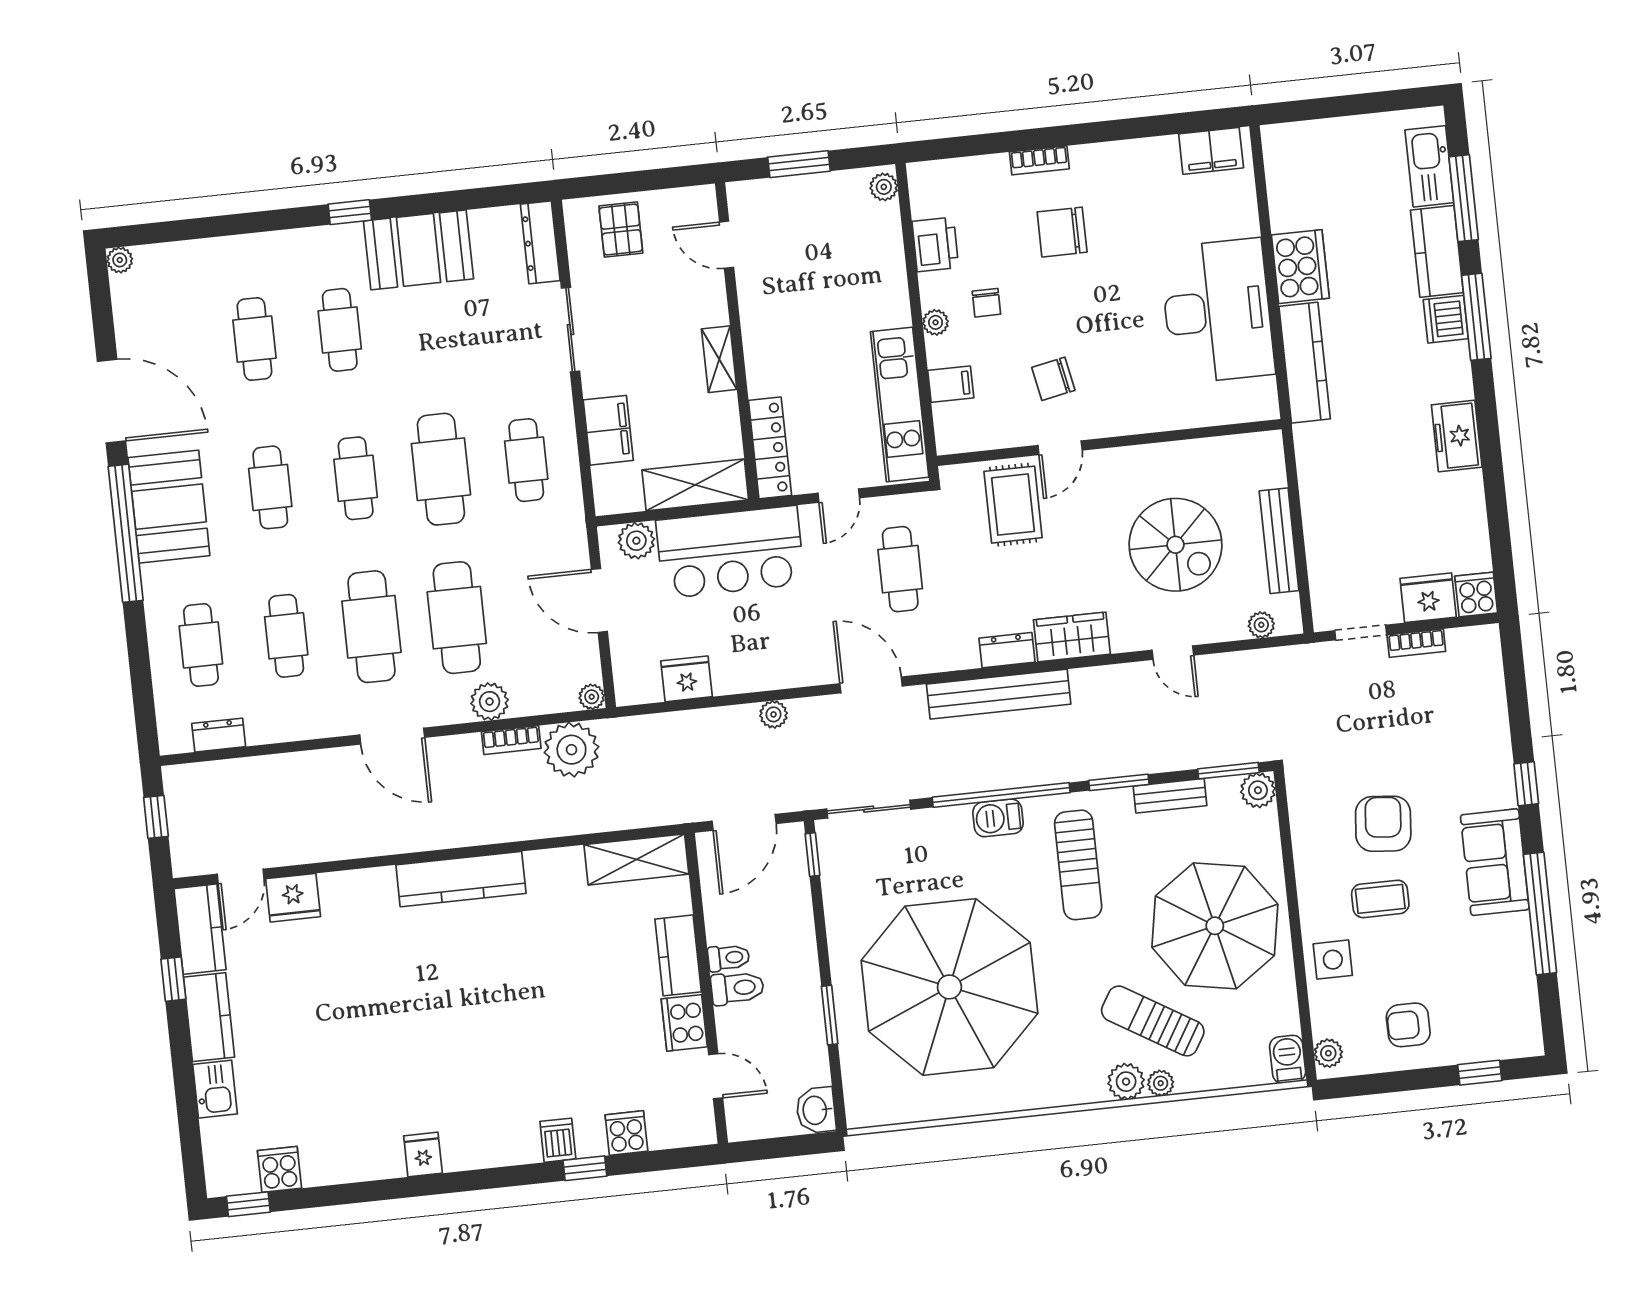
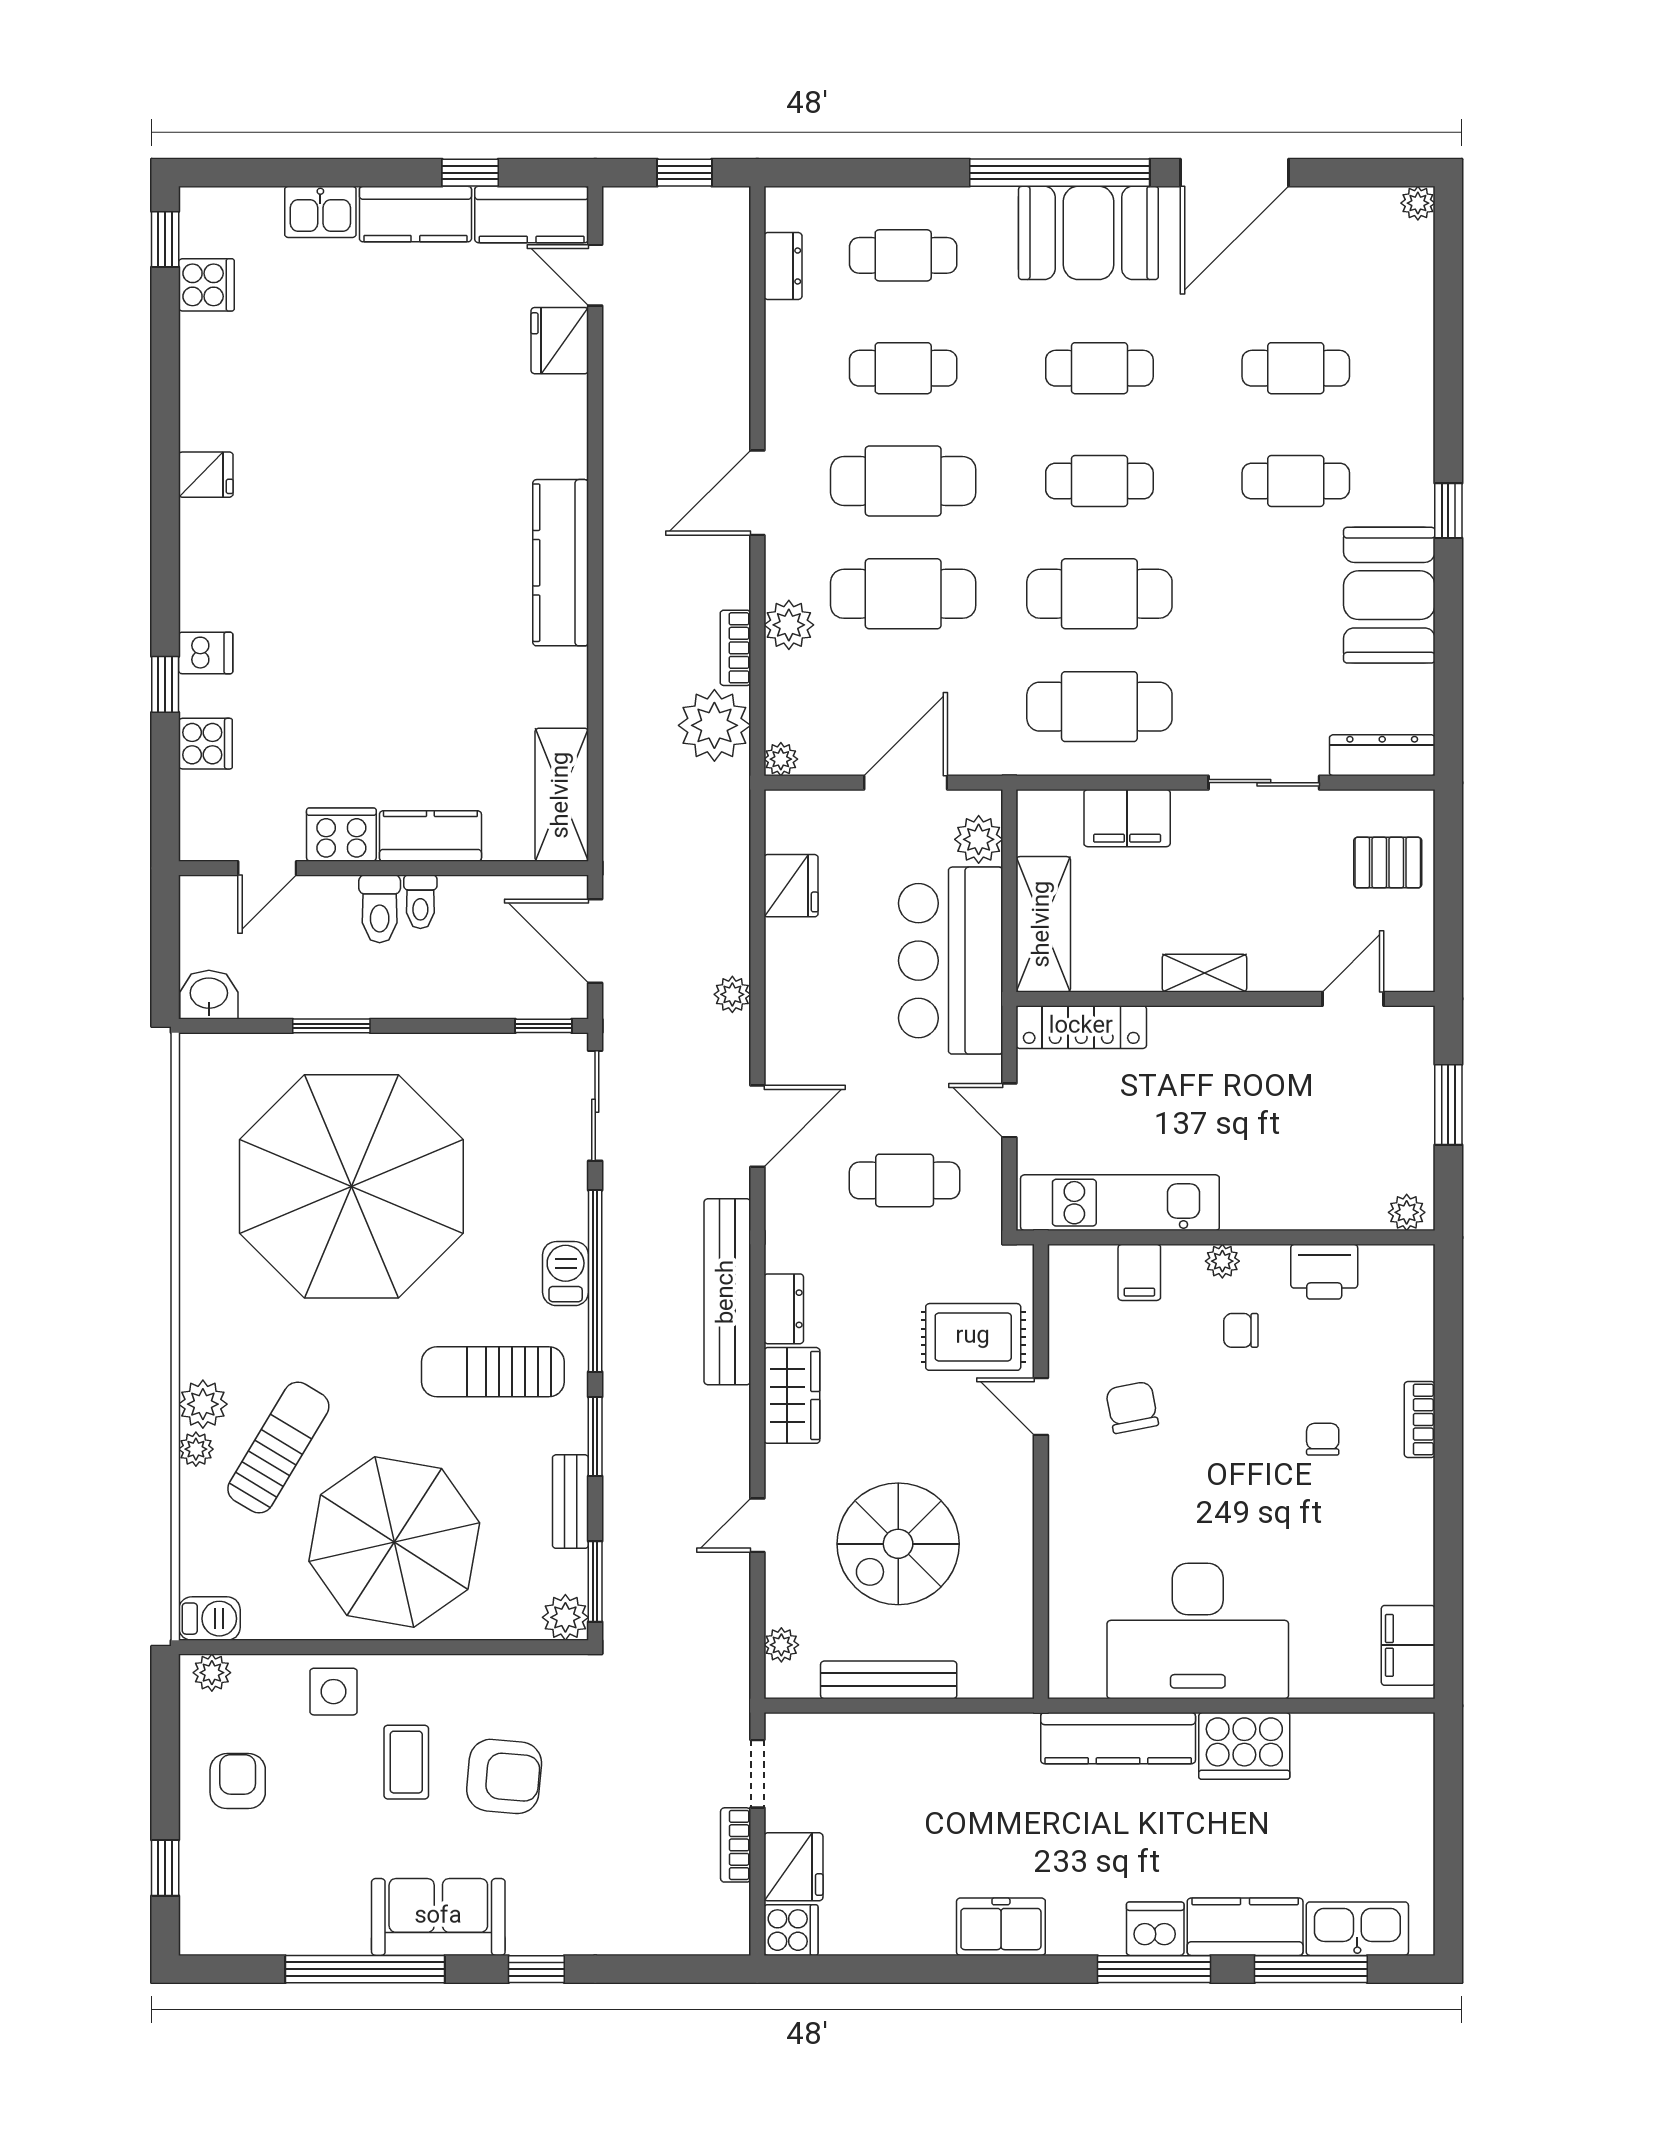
chair: (1062, 232) -> (1323, 1439), width x0.54, depth x0.54
cafe table: (526, 460) -> (1099, 707), width x1.37, depth x1.35

